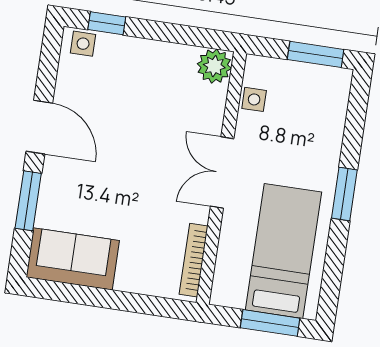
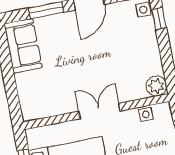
bookcase: (194, 260) -> (46, 112), removed

